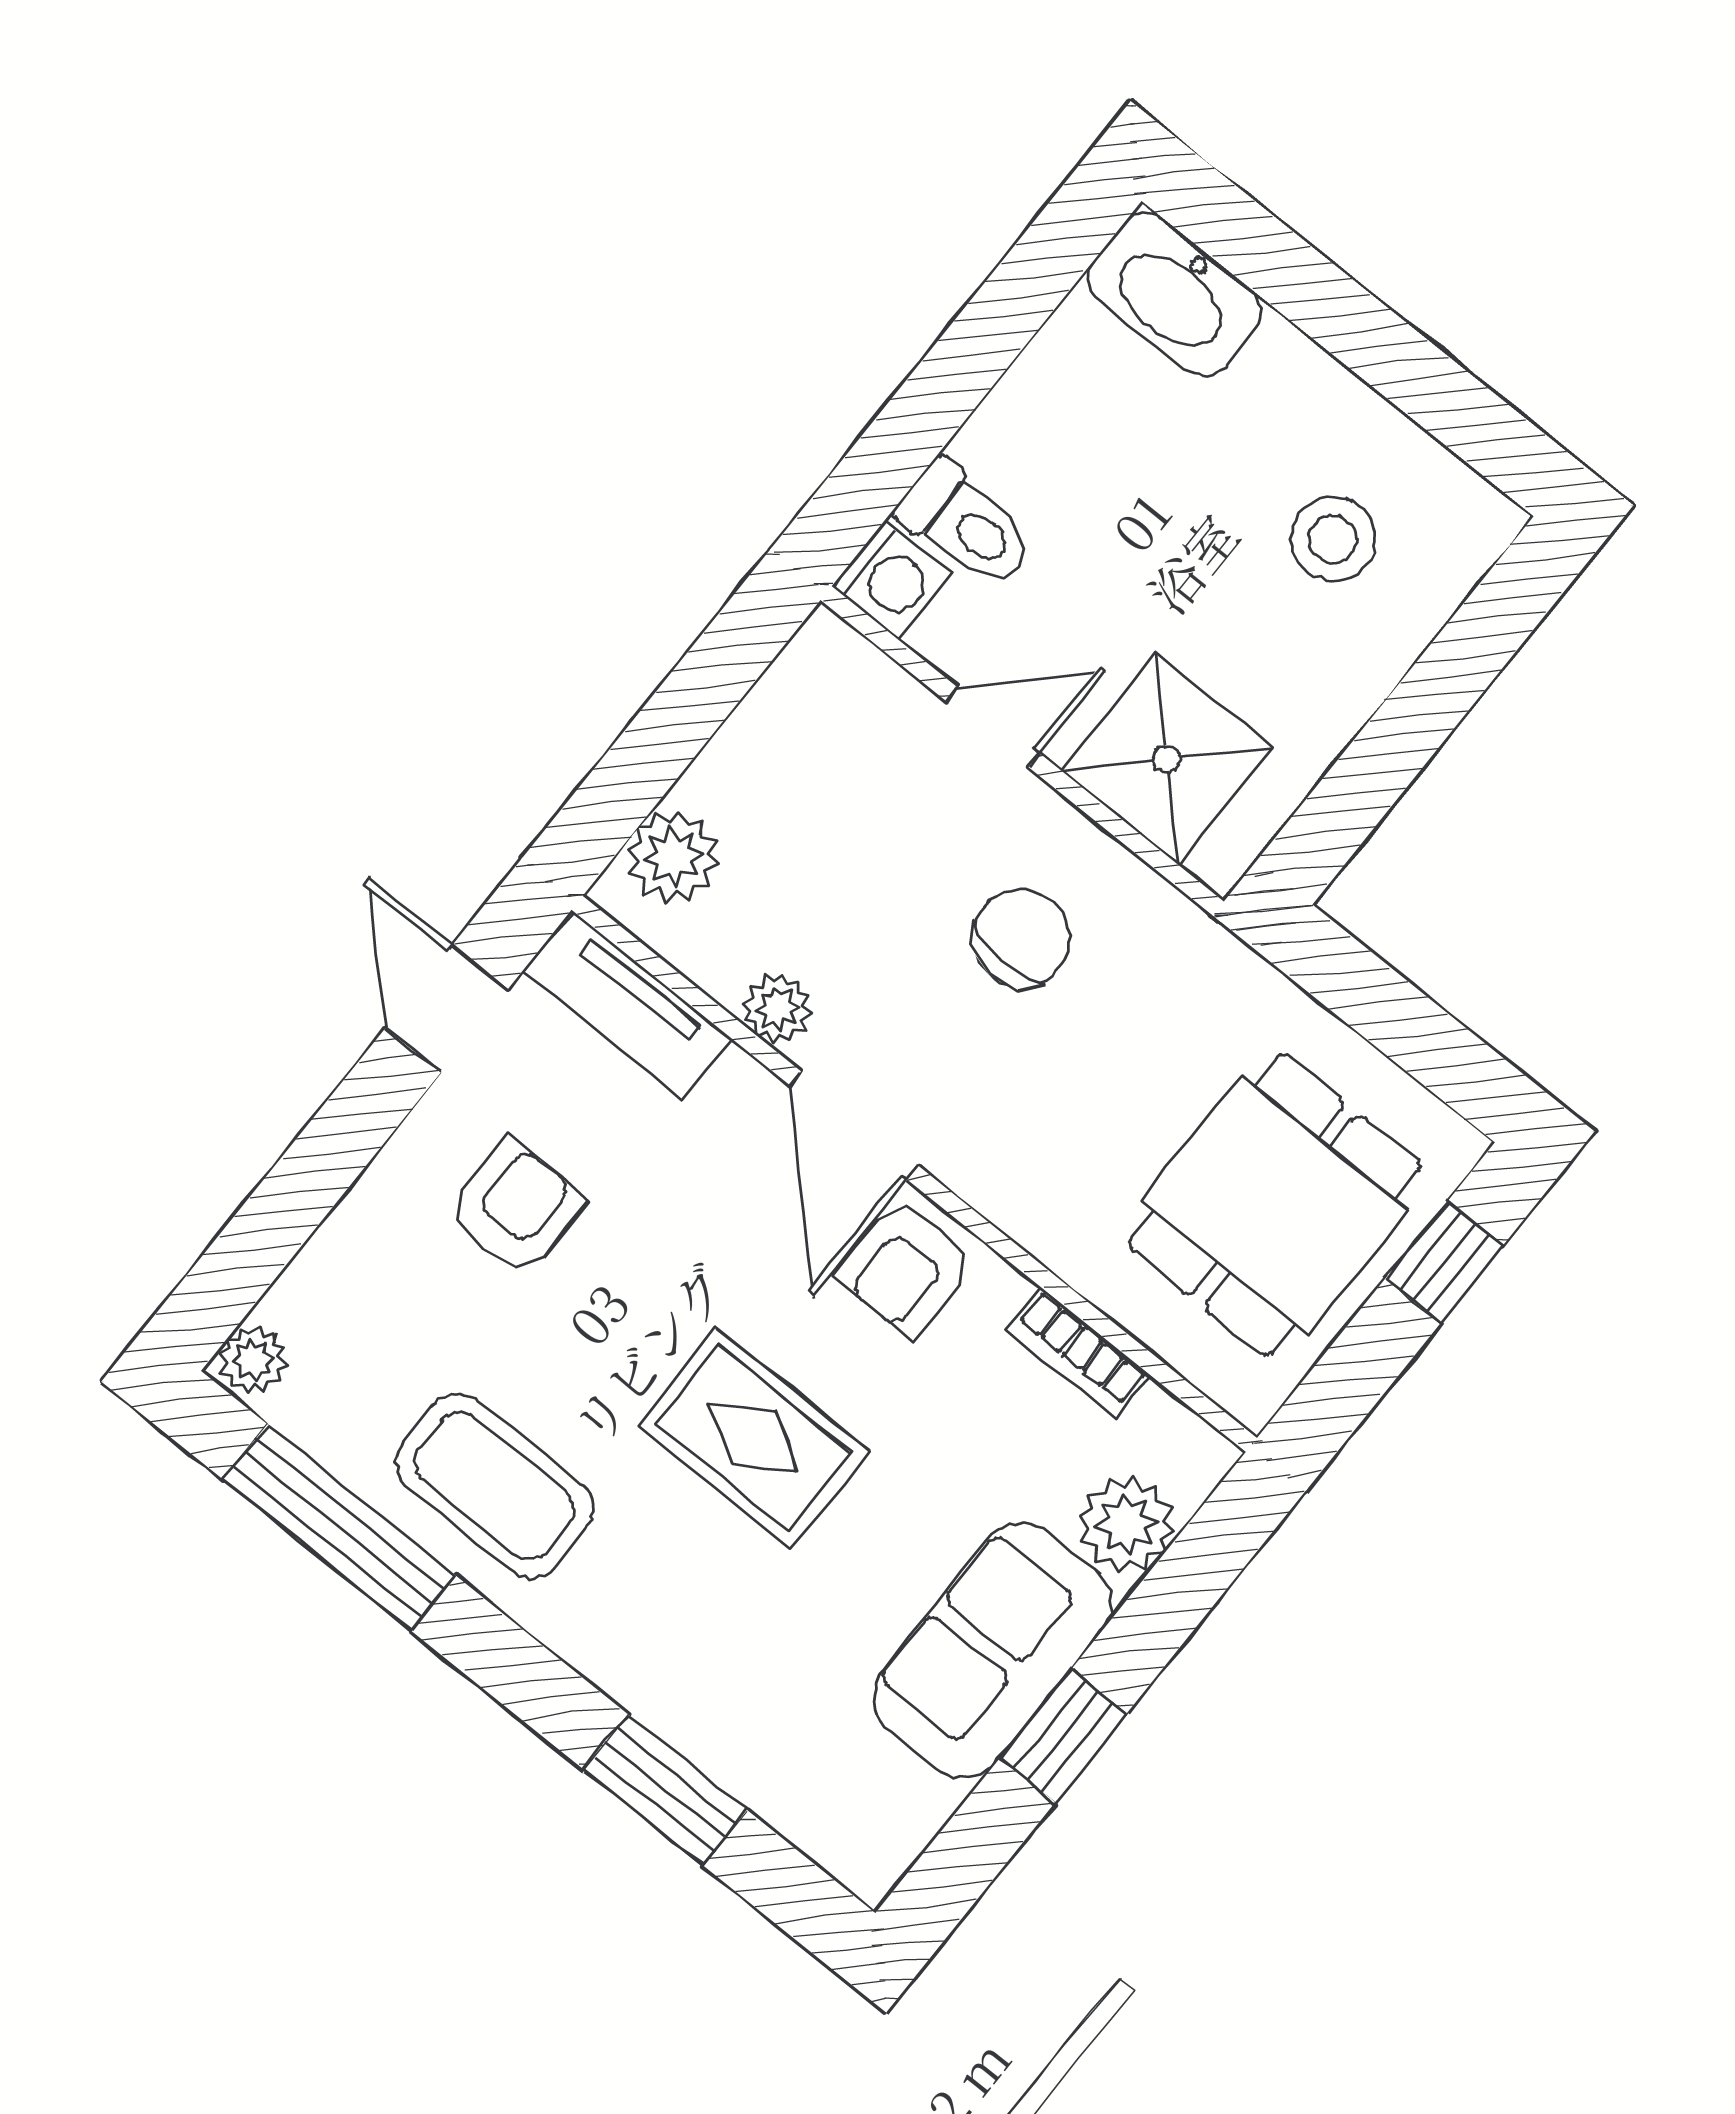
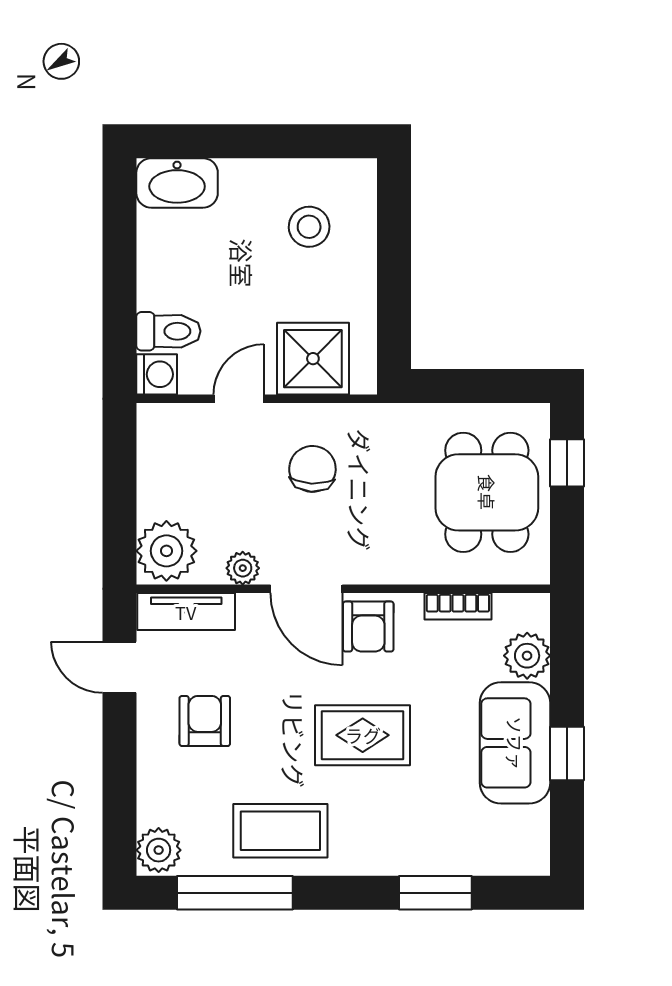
plant: (673, 857) -> (166, 551), width x1.36, depth x1.36
plant: (253, 1360) -> (159, 850), width x1.38, depth x1.38

